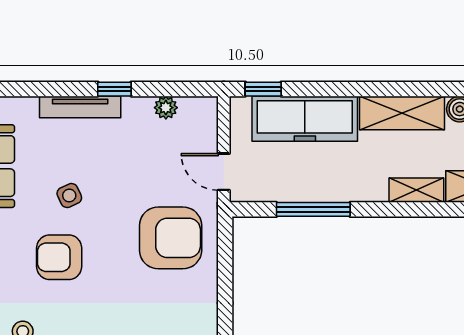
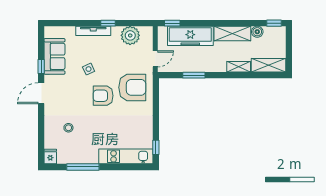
plant: (166, 108) -> (130, 35), width x1.88, depth x1.88
door: (224, 172) -> (155, 59), swing flipped
window: (313, 209) -> (194, 75), width x0.69
armchair: (59, 257) -> (103, 96), moved

